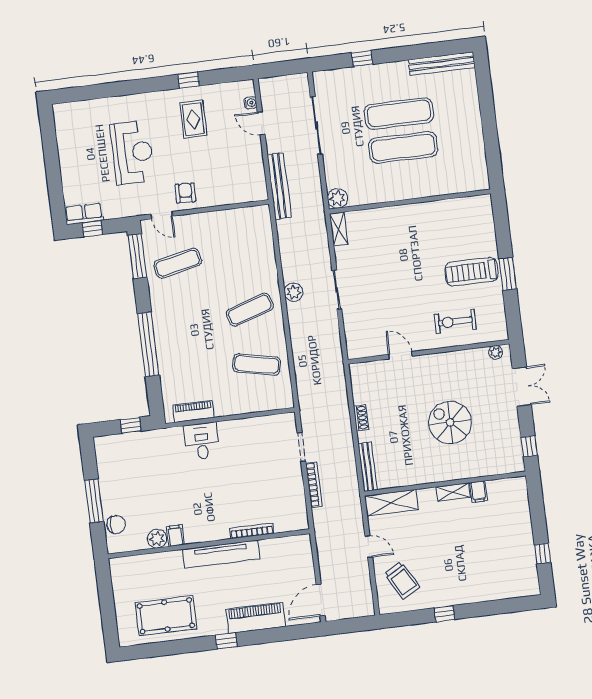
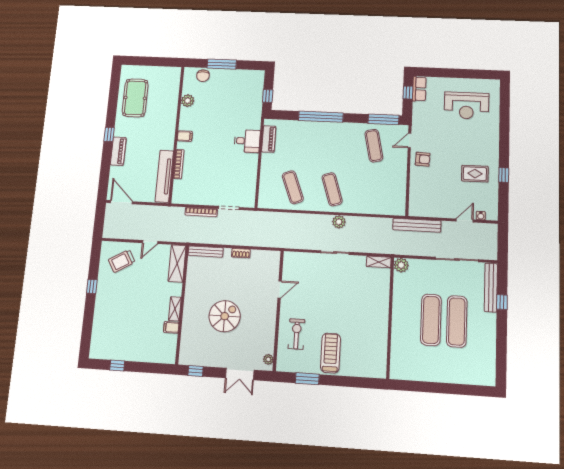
bench: (442, 64) -> (491, 288), moved
reception desk: (132, 152) -> (466, 106), moved
window: (508, 274) -> (307, 379), moved
exercise mat: (257, 364) -> (293, 187), turned -33
filing cabinet: (175, 536) -> (185, 136), moved
tv unit: (221, 554) -> (164, 176), moved
piano: (256, 618) -> (118, 151), width x0.73, depth x0.75

